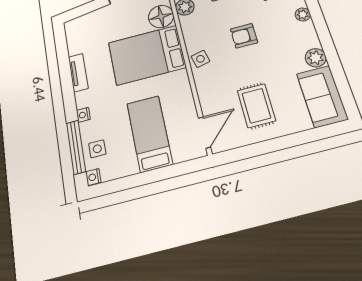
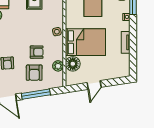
armchair: (244, 36) -> (37, 52), moved

